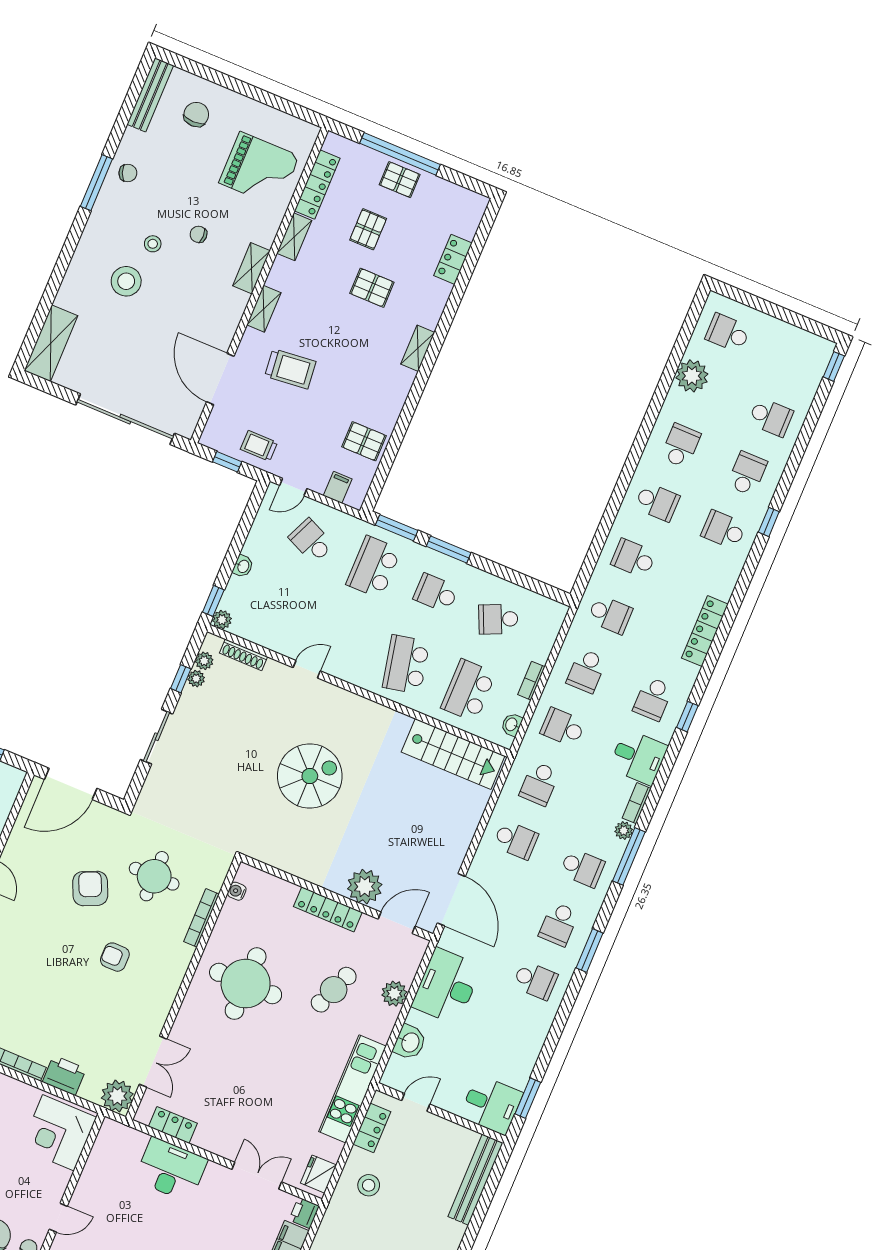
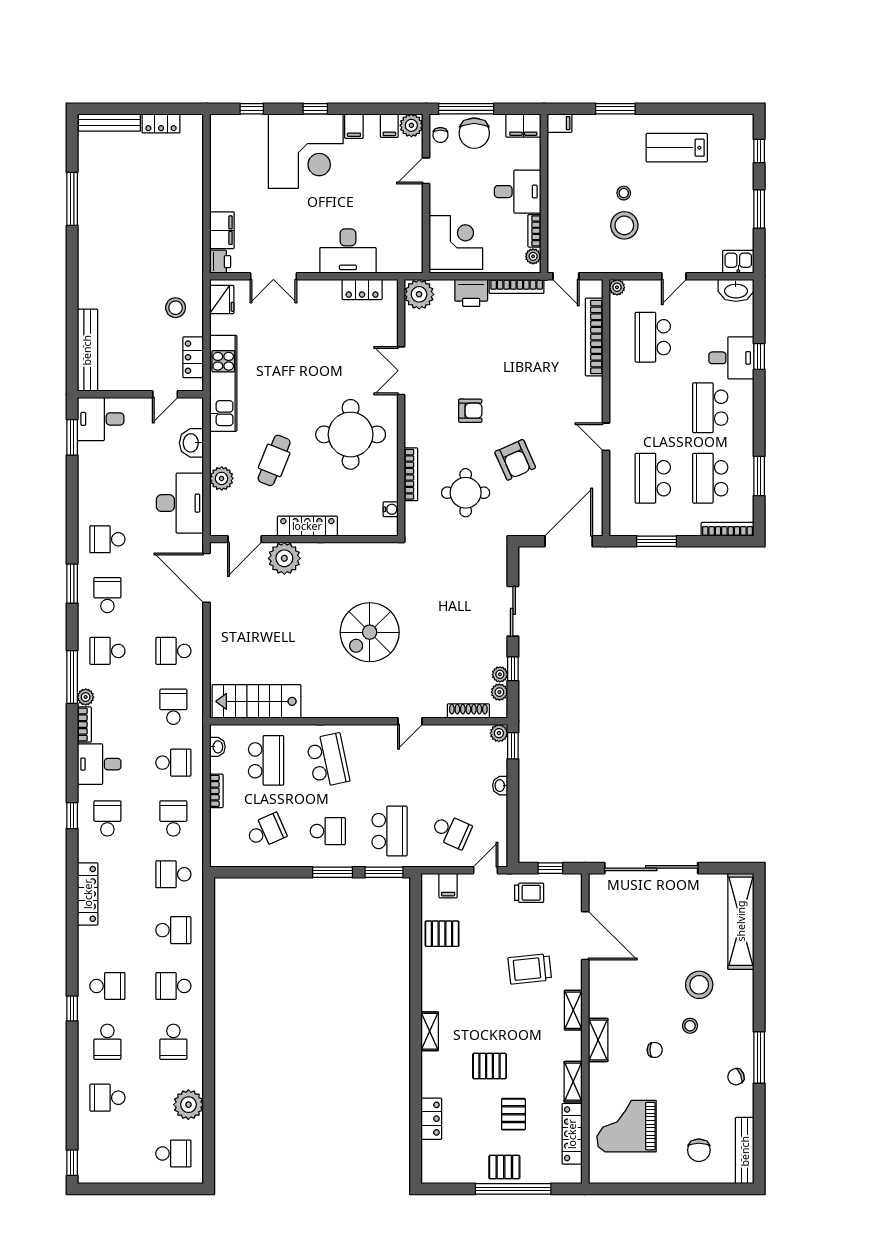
shelving: (51, 343) -> (741, 921), width x1.47
double door: (153, 1062) -> (401, 371), moved

